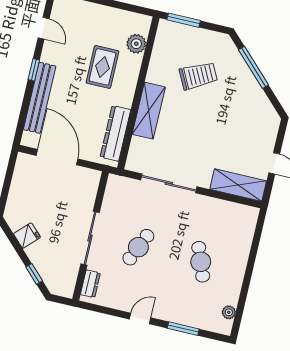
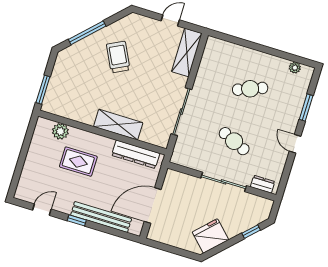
trolley: (198, 76) -> (118, 57), moved
fridge: (27, 236) -> (210, 236), width x1.88, depth x1.34

